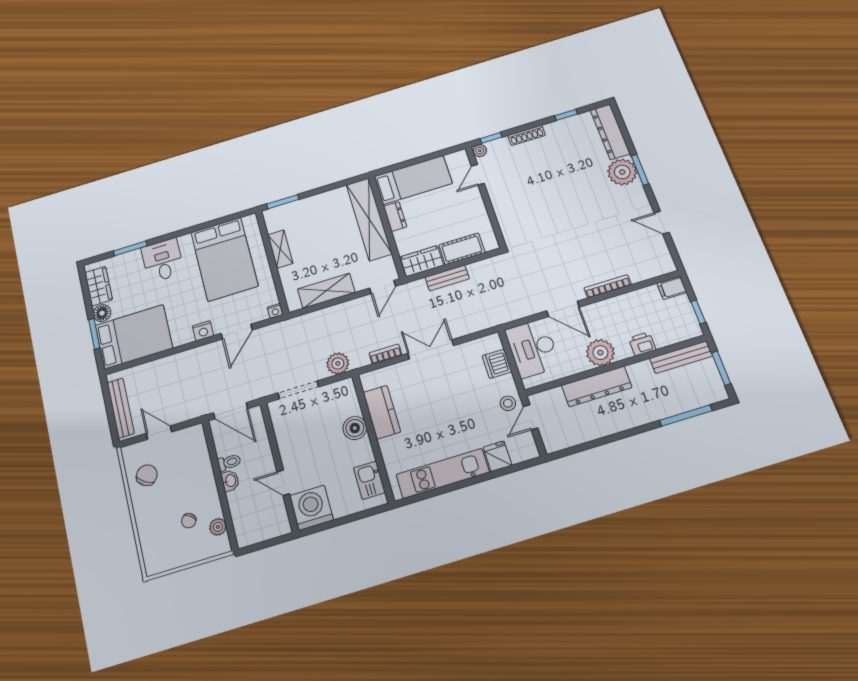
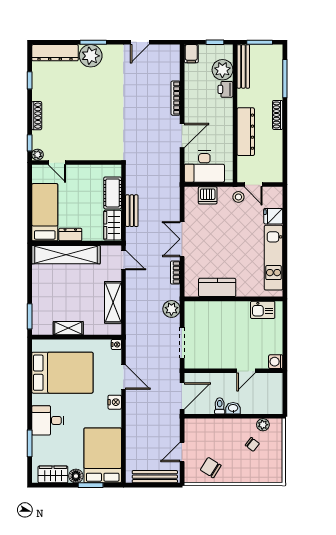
plant: (600, 353) -> (222, 70), moved
shoe rack: (634, 421) -> (278, 115), added
boiler: (355, 428) -> (223, 310), removed
washing machine: (312, 508) -> (276, 362), width x0.53, depth x0.53

